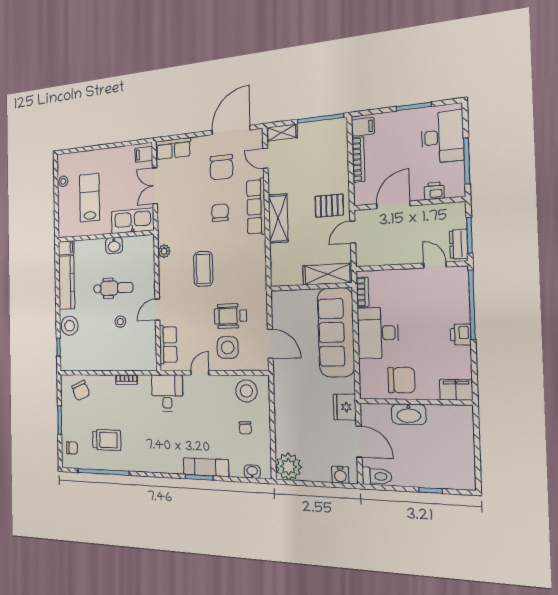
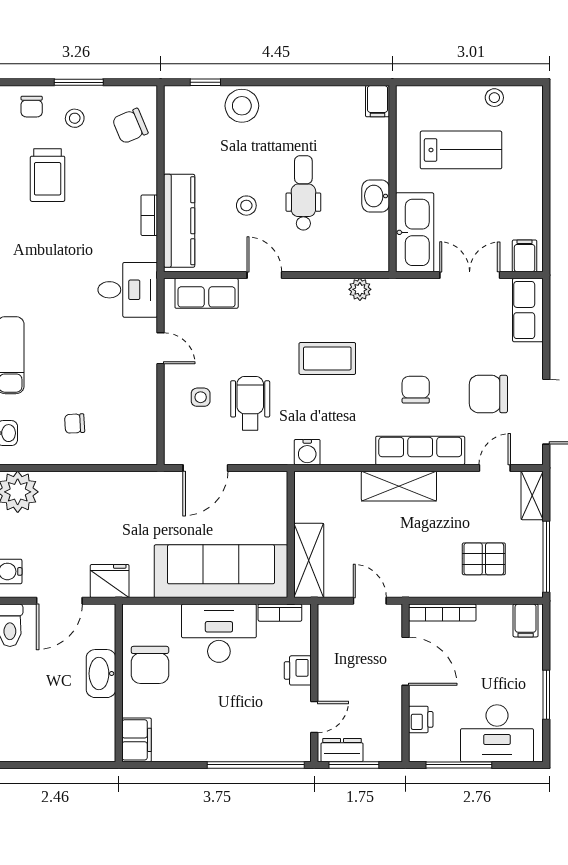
bookcase: (358, 159) -> (442, 613), moved
pallet: (329, 206) -> (484, 559), moved, turned 90
chair: (220, 213) -> (416, 390), turned -90
water cooler: (259, 279) -> (307, 452), added
kitchen counter: (67, 282) -> (179, 221), moved, turned -90
dental chair: (113, 288) -> (303, 193), turned 180
printer: (461, 335) -> (298, 670), moved, turned -90
side table: (228, 347) -> (201, 397), width x0.54, depth x0.54
stool: (246, 391) -> (75, 118), moved, width x0.53, depth x0.53

